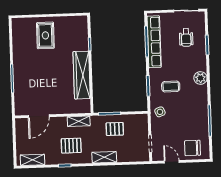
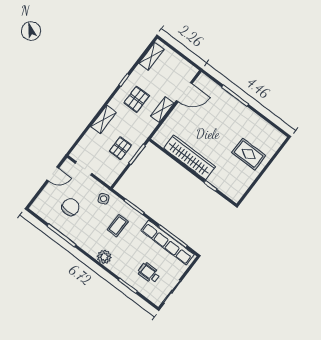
door: (39, 116) -> (184, 92), swing flipped
shelving: (79, 121) -> (162, 110), moved
chair: (193, 148) -> (71, 207), moved

